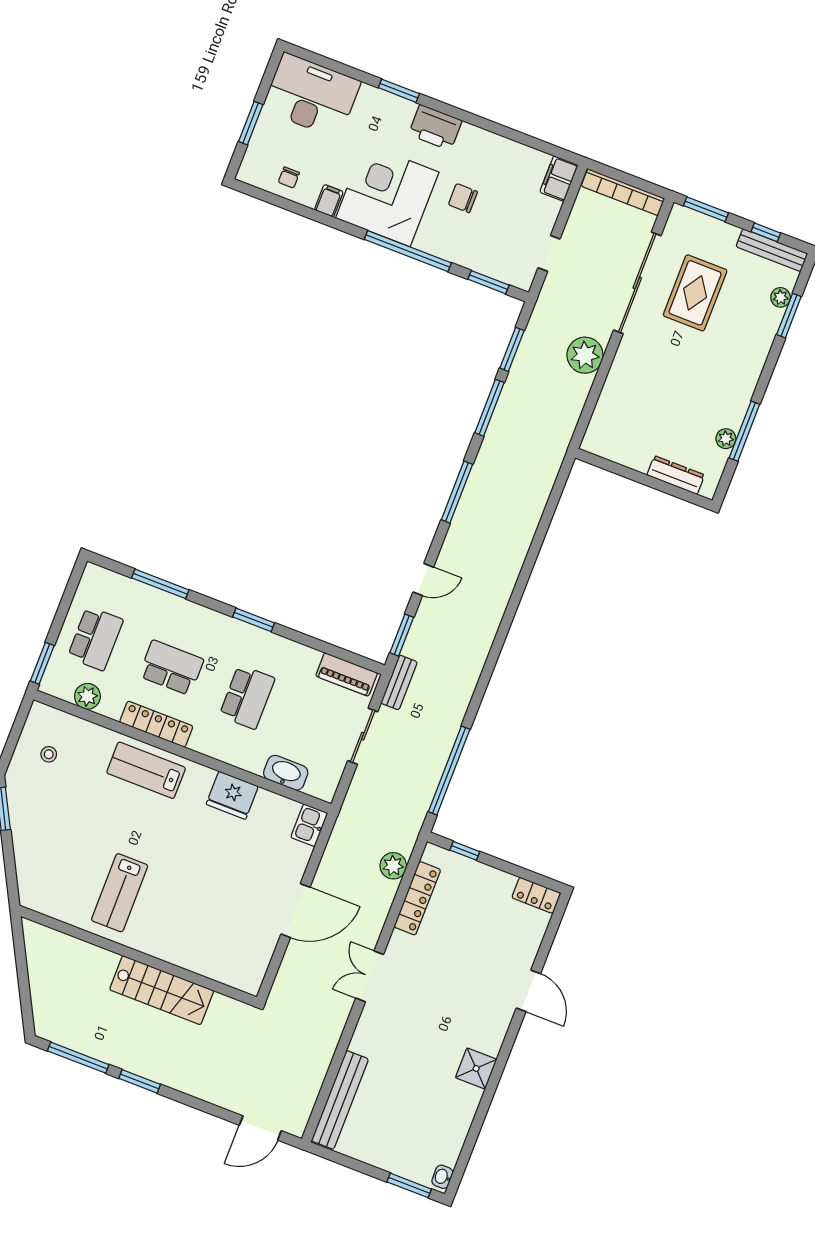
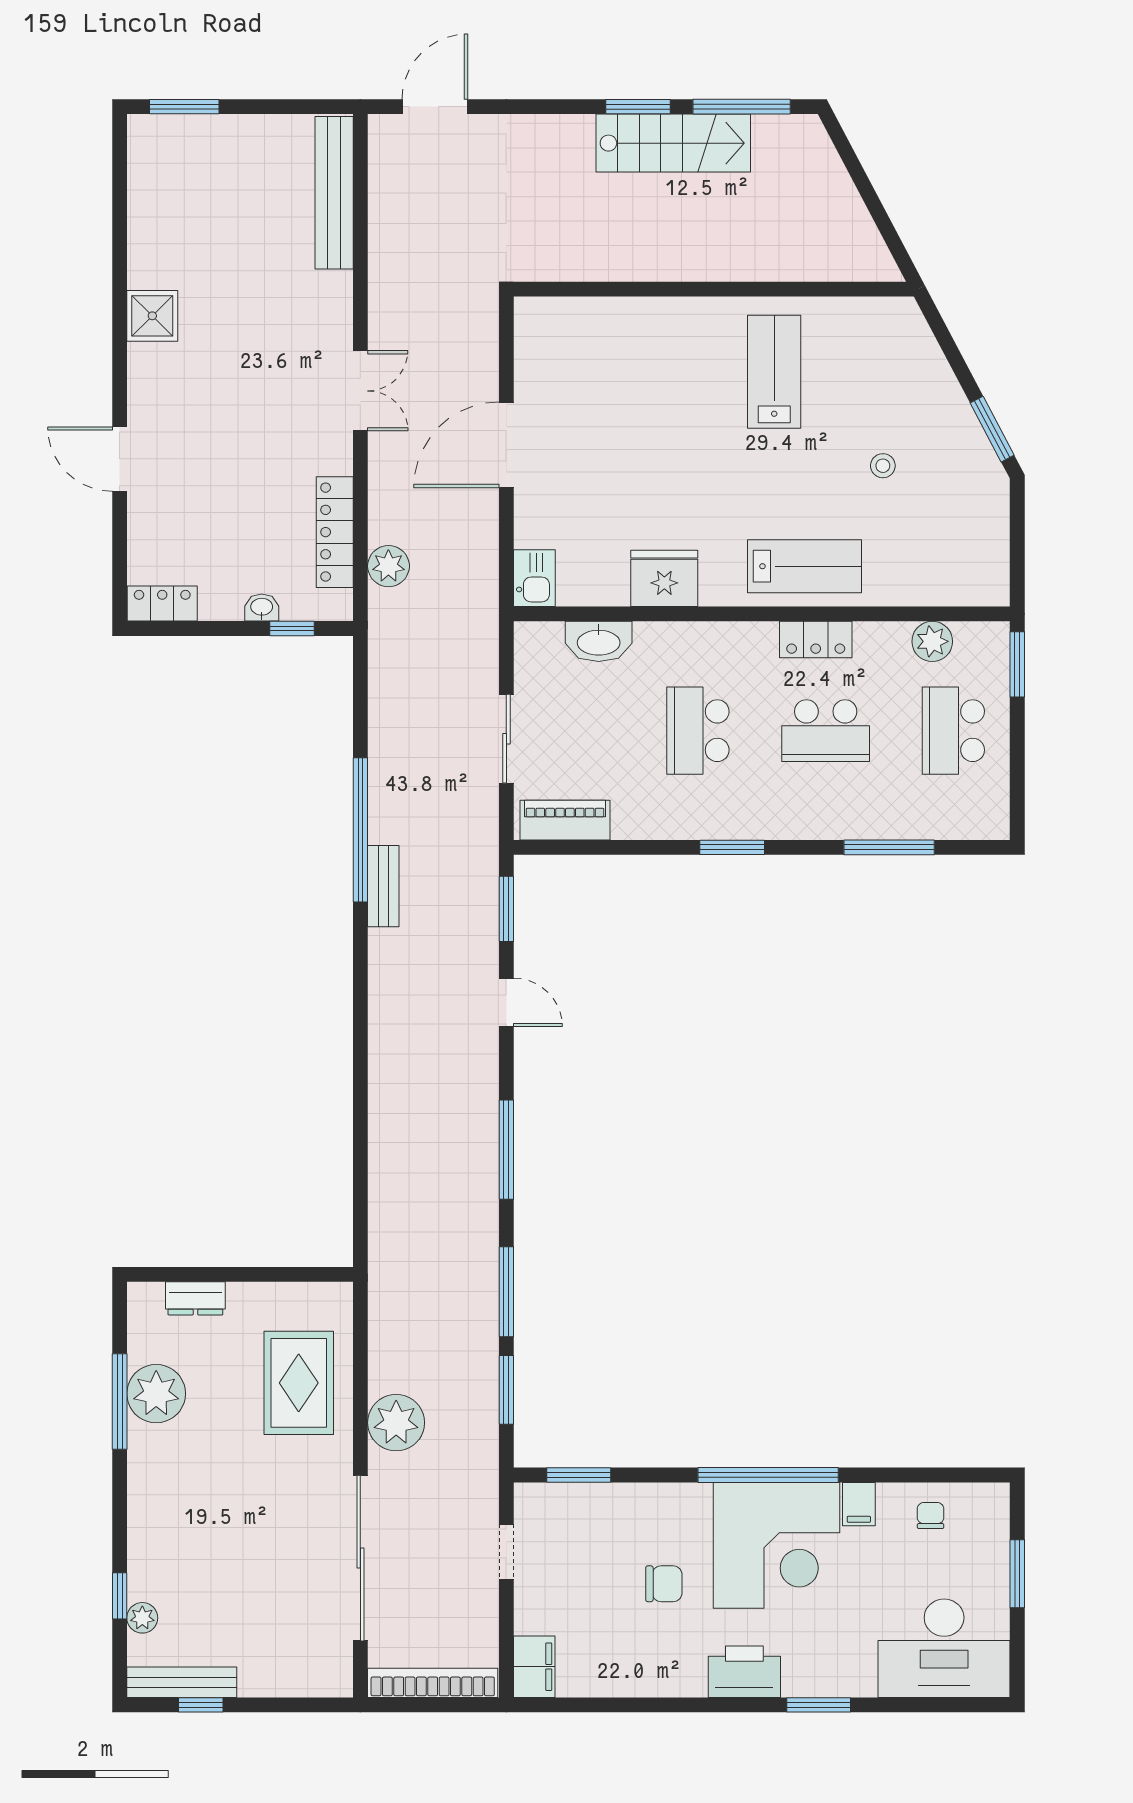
window: (706, 209) -> (301, 1705), removed
window: (408, 251) -> (768, 1475), moved
rug: (695, 293) -> (299, 1383), moved
window: (789, 316) -> (120, 1596), width x0.67
plant: (726, 439) -> (156, 1394), width x1.88, depth x1.88
dresser: (676, 475) -> (195, 1298), width x0.70
door: (423, 580) -> (506, 1002), swing flipped
bench: (399, 682) -> (383, 886), moved
locker: (156, 724) -> (816, 639), width x0.66
stool: (49, 754) -> (883, 466), moved
window: (449, 770) -> (360, 830), moved
stairs: (162, 990) -> (673, 143), moved, turned 180
washbasin: (442, 1177) -> (262, 608), moved, turned -90

